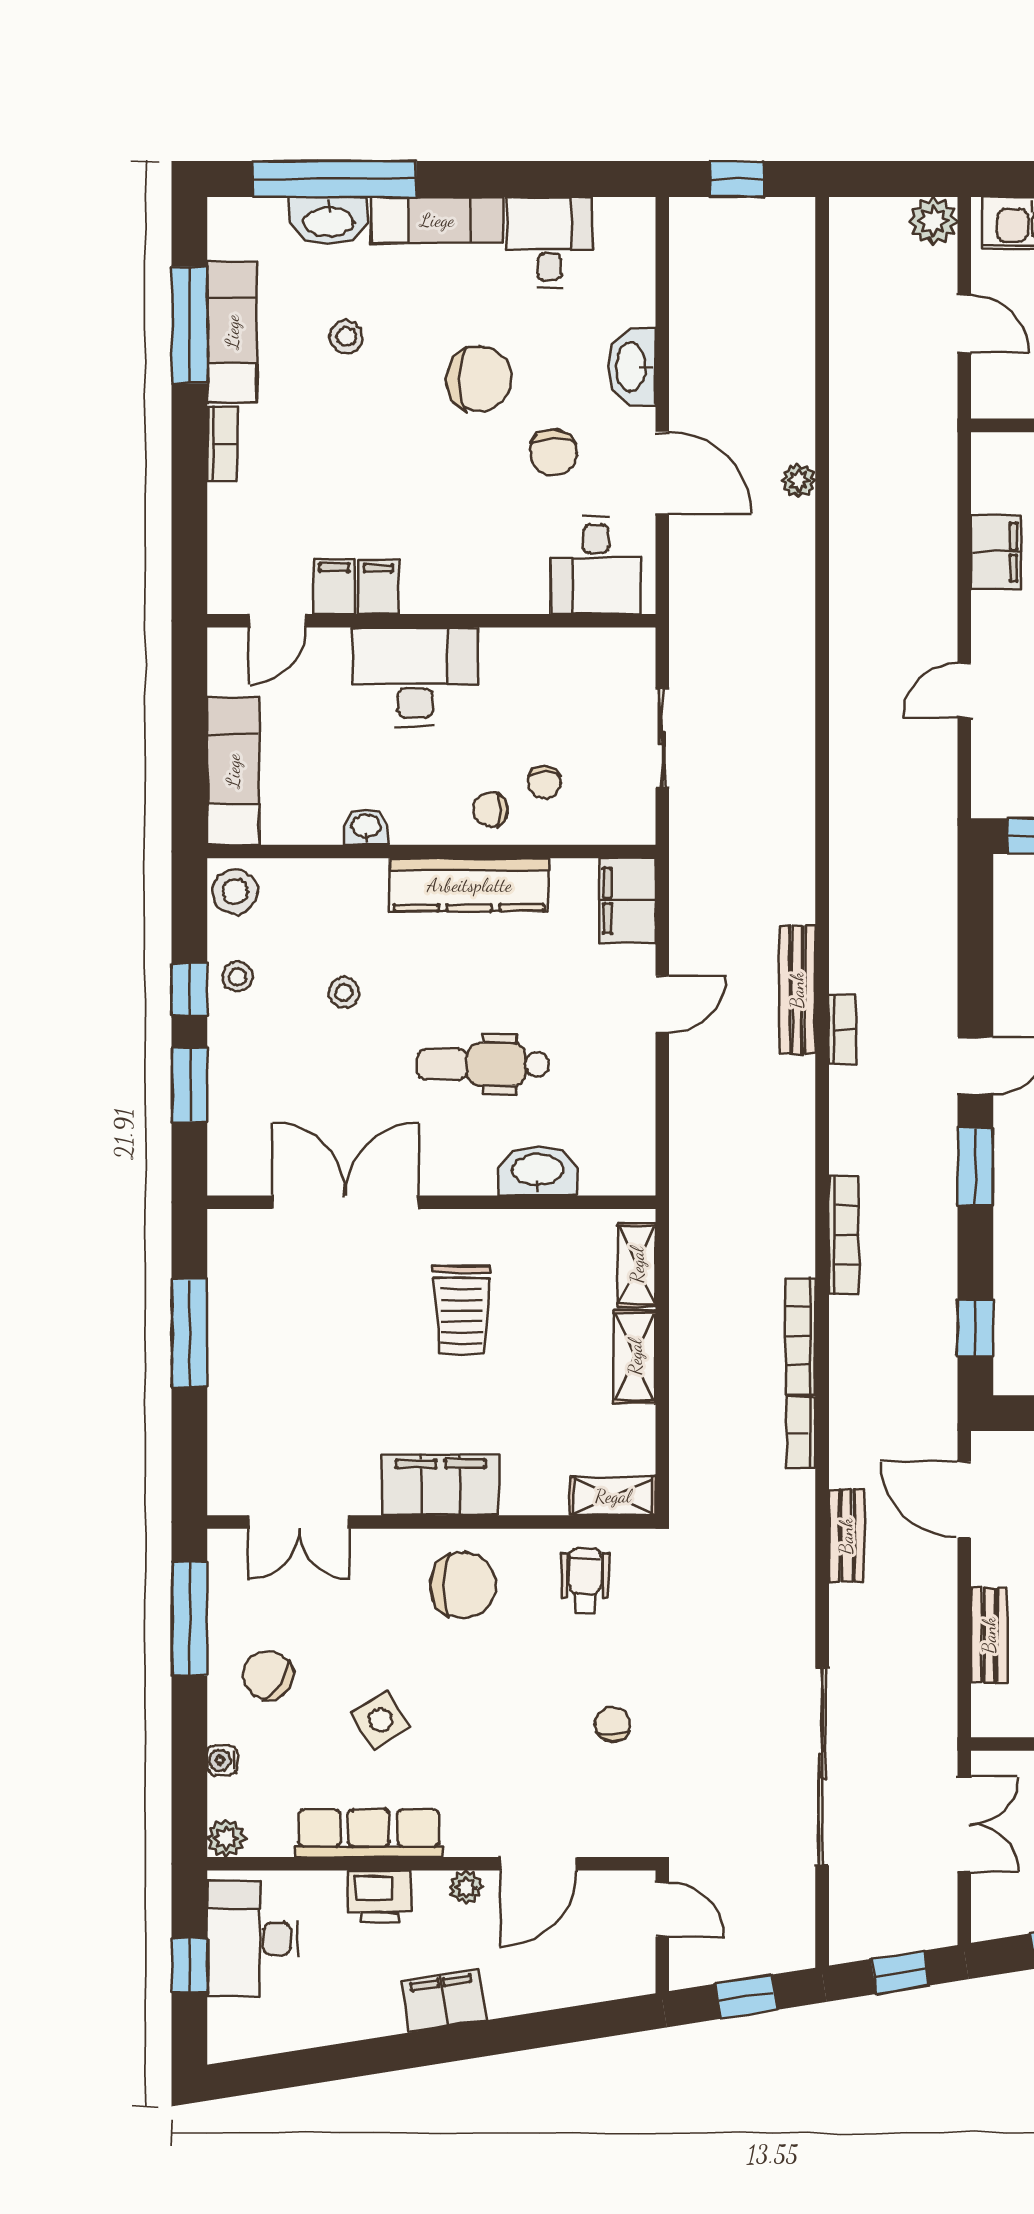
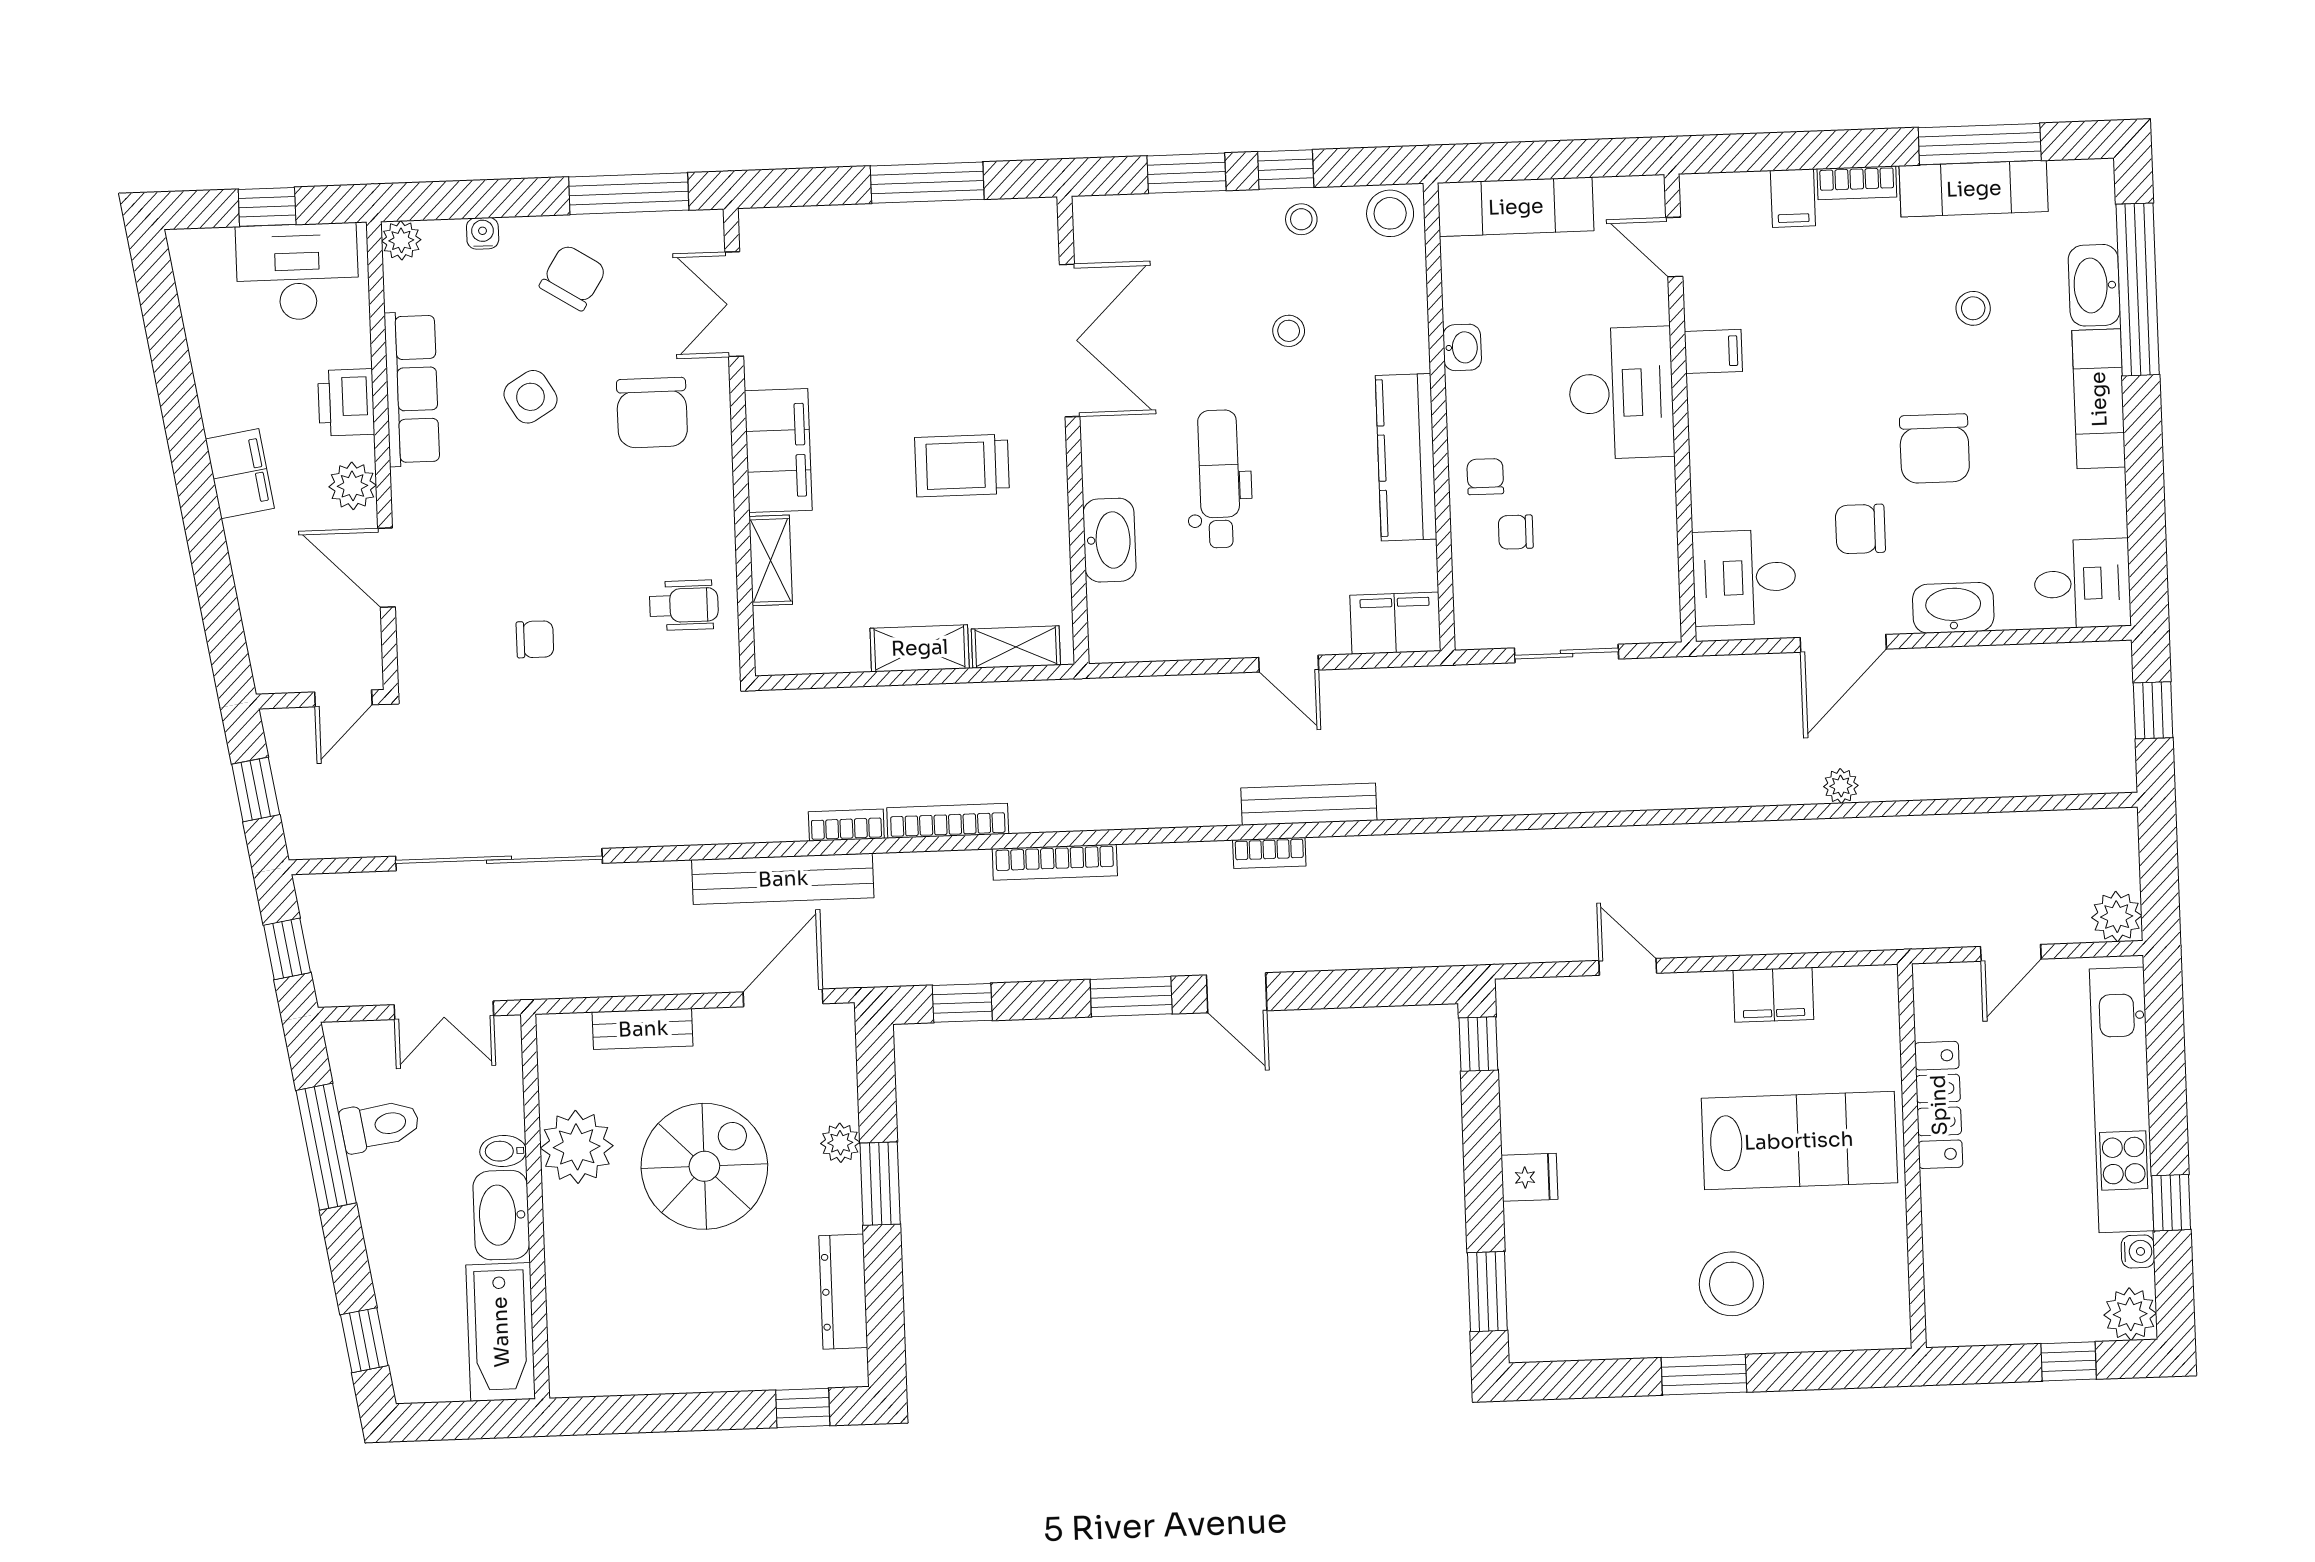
desk: (549, 242) -> (2082, 584), moved
filing cabinet: (334, 587) -> (1793, 198), moved, turned 90
shelving: (613, 1496) -> (771, 560), moved
bench: (846, 1536) -> (783, 879), width x1.86, depth x1.21
chair: (463, 1585) -> (652, 413), moved
plant: (466, 1887) -> (352, 486), width x1.38, depth x1.38

